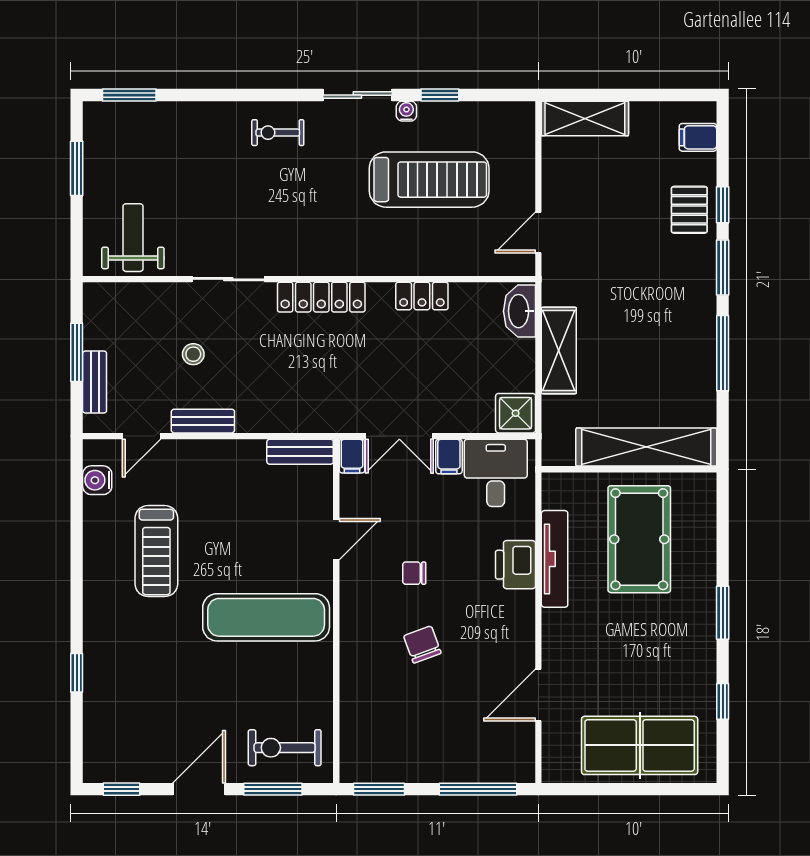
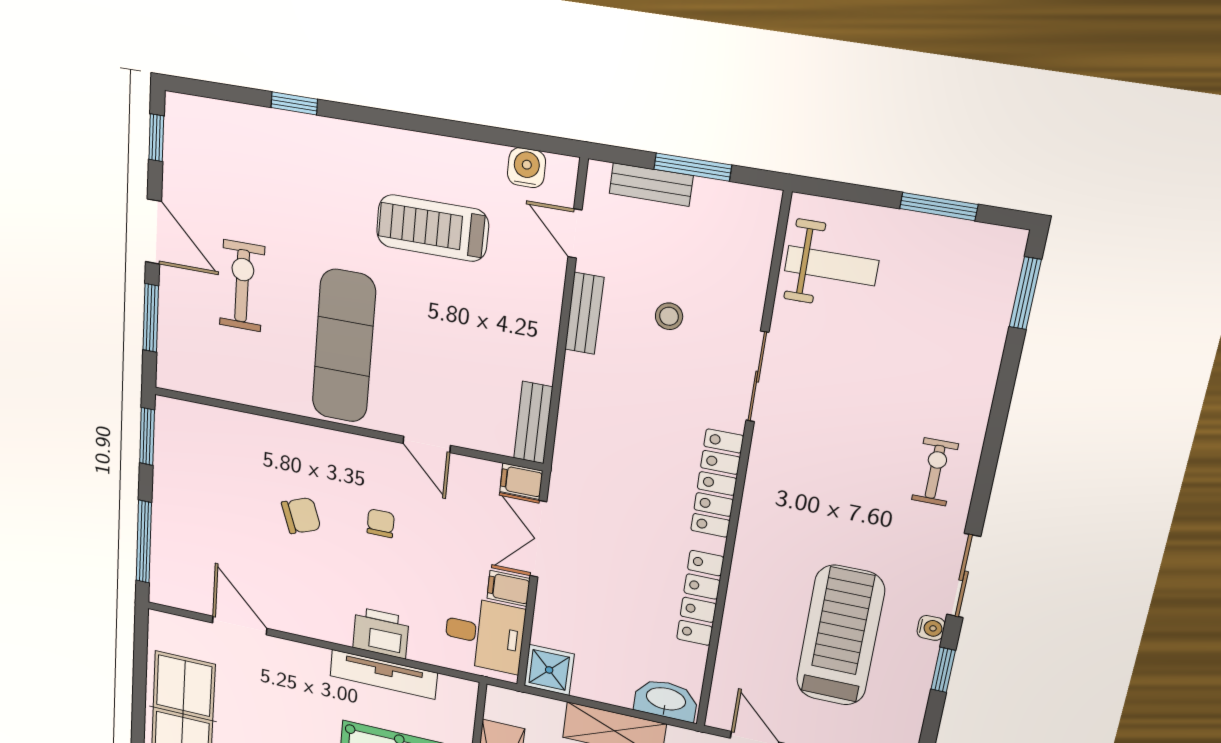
treadmill: (429, 180) -> (840, 636), turned 180
locker: (422, 296) -> (700, 598), width x1.53
exercise bike: (285, 748) -> (242, 286), moved

